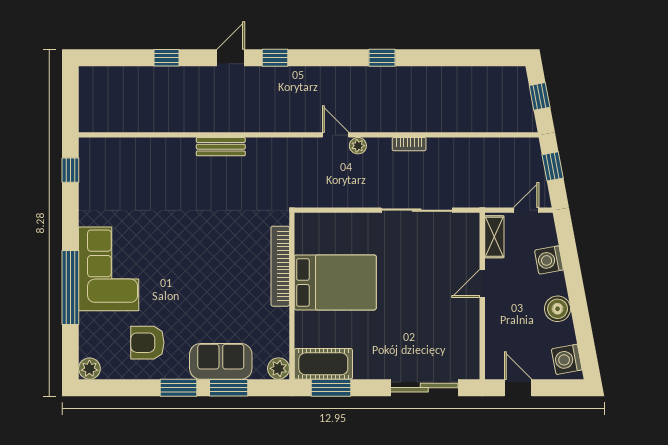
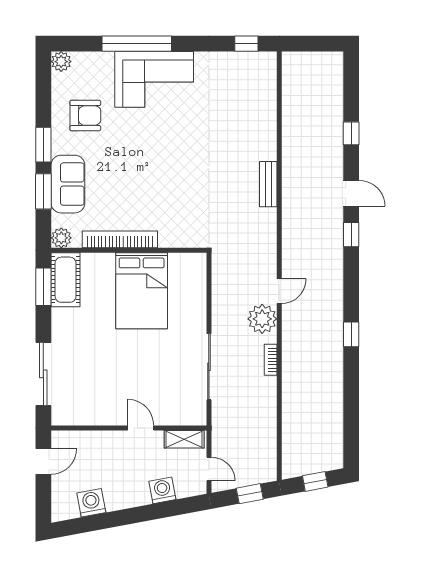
plant: (358, 146) -> (262, 319), width x1.87, depth x1.87
bookcase: (280, 266) -> (120, 239), moved
boiler: (558, 309) -> (117, 498), removed
armchair: (147, 343) -> (85, 116), turned 90
washing machine: (567, 359) -> (91, 503), moved

